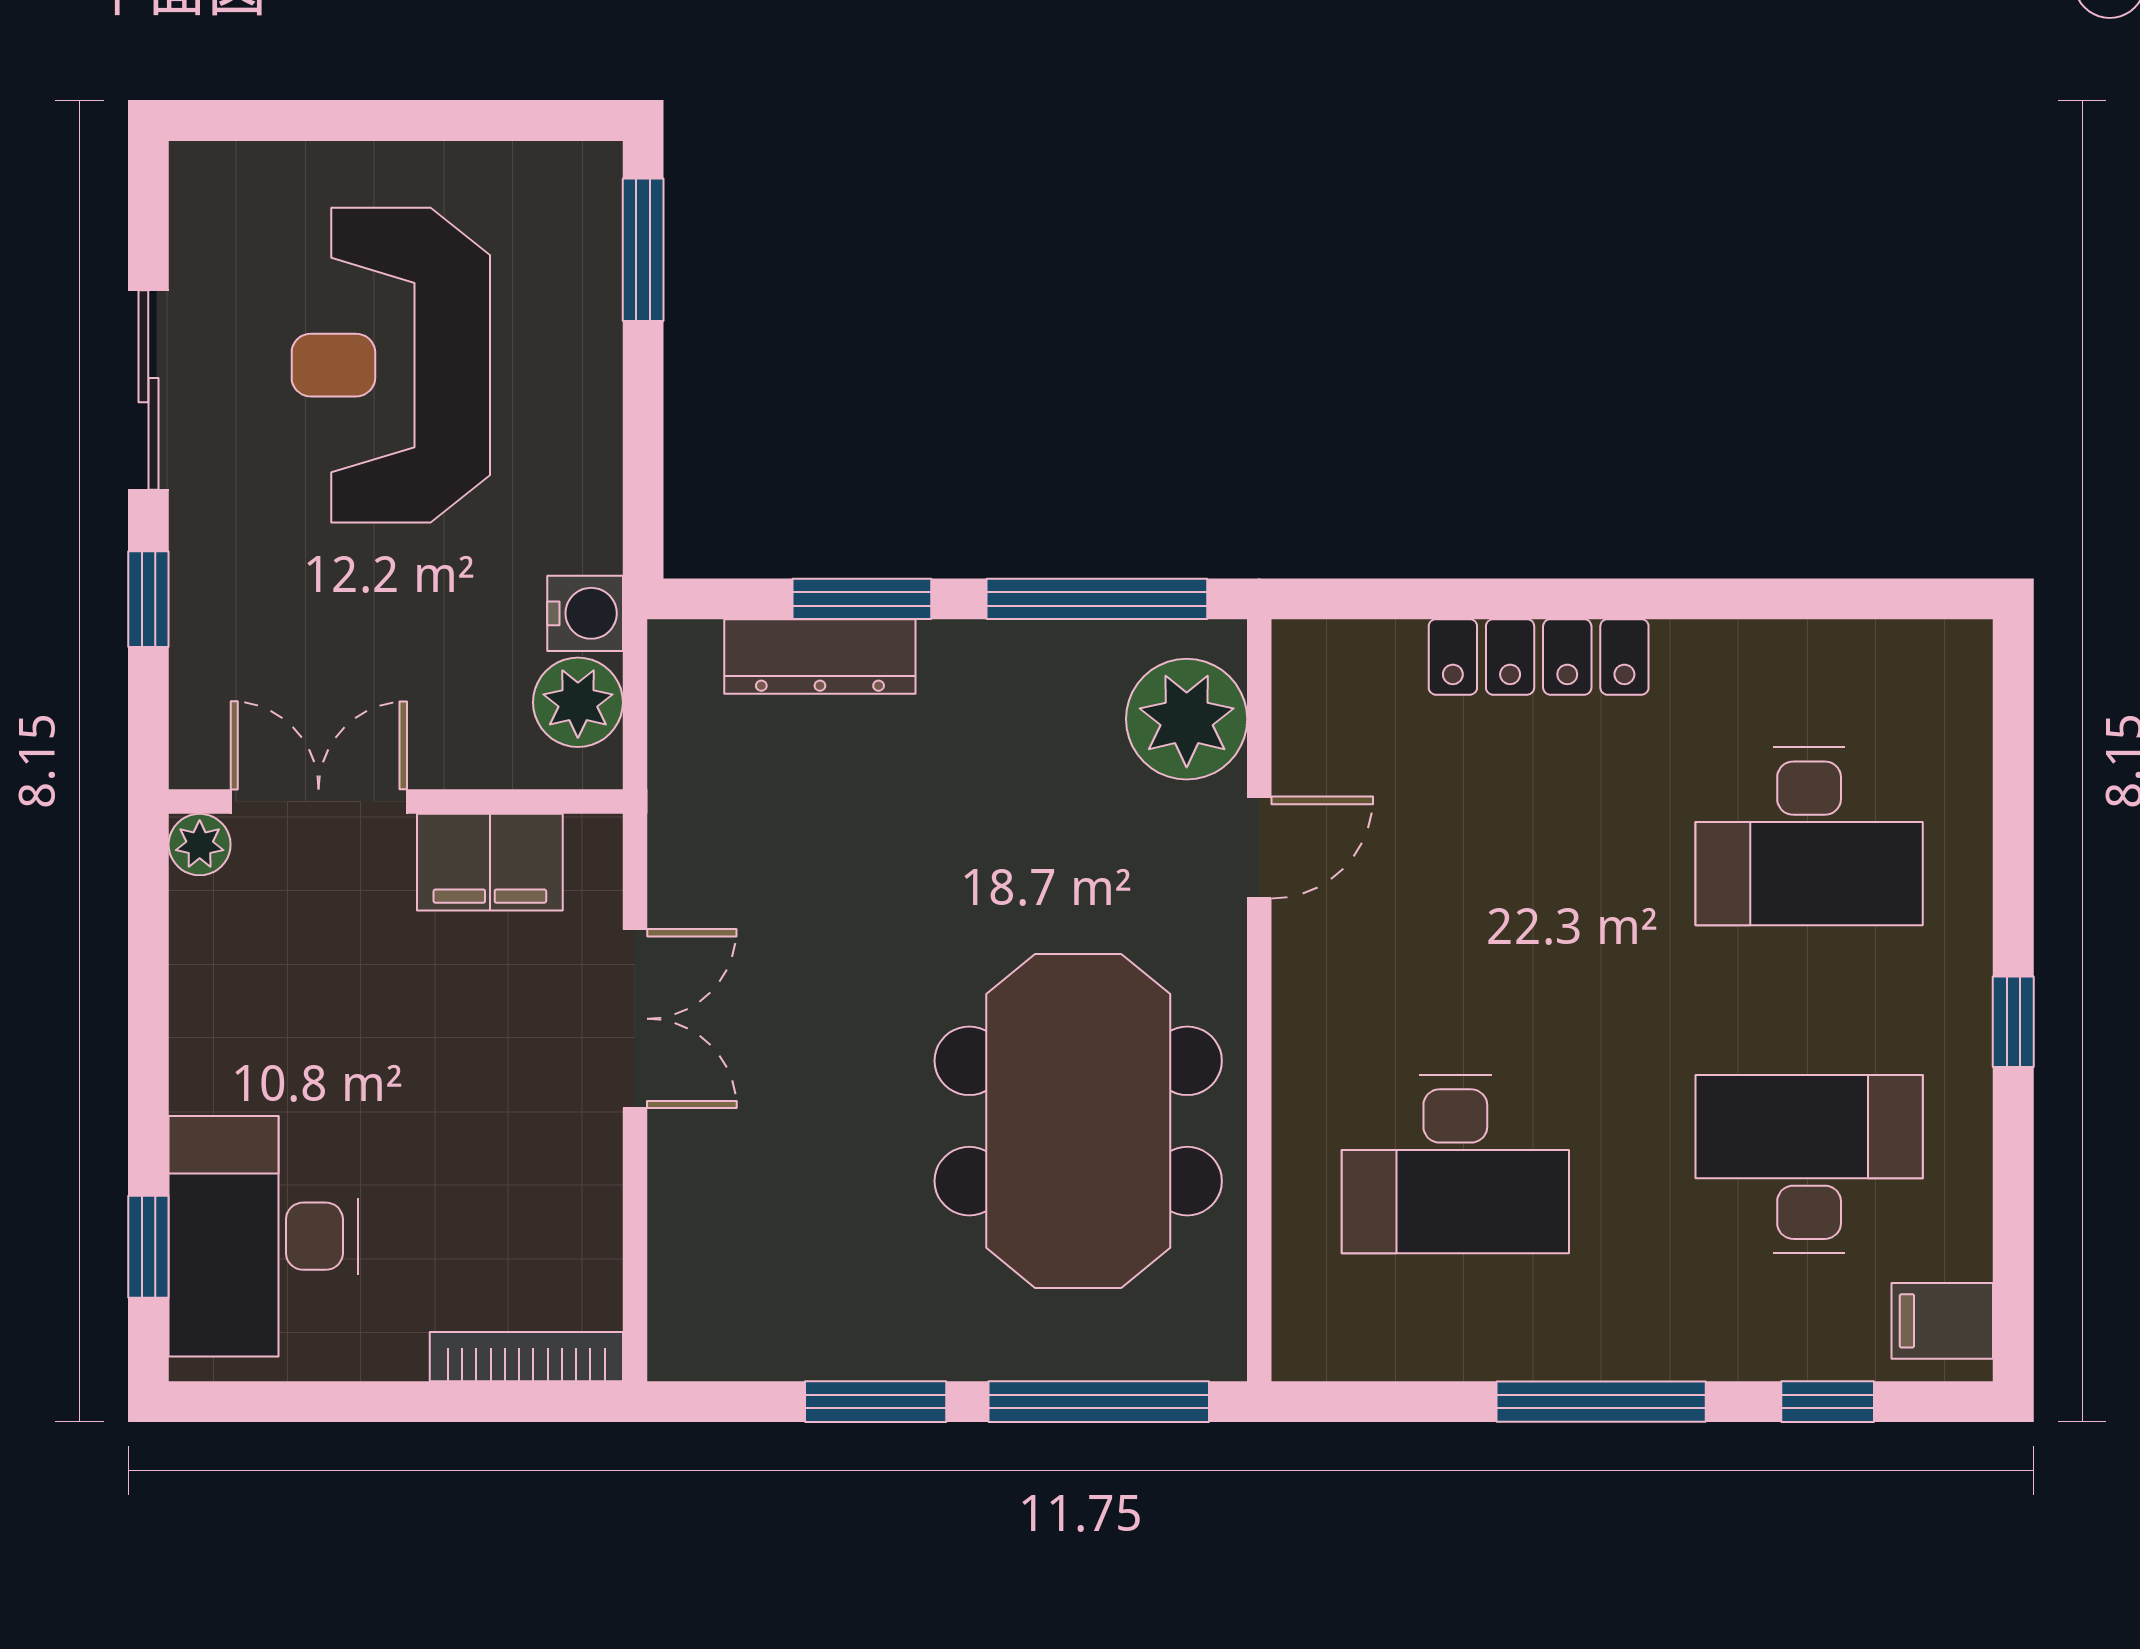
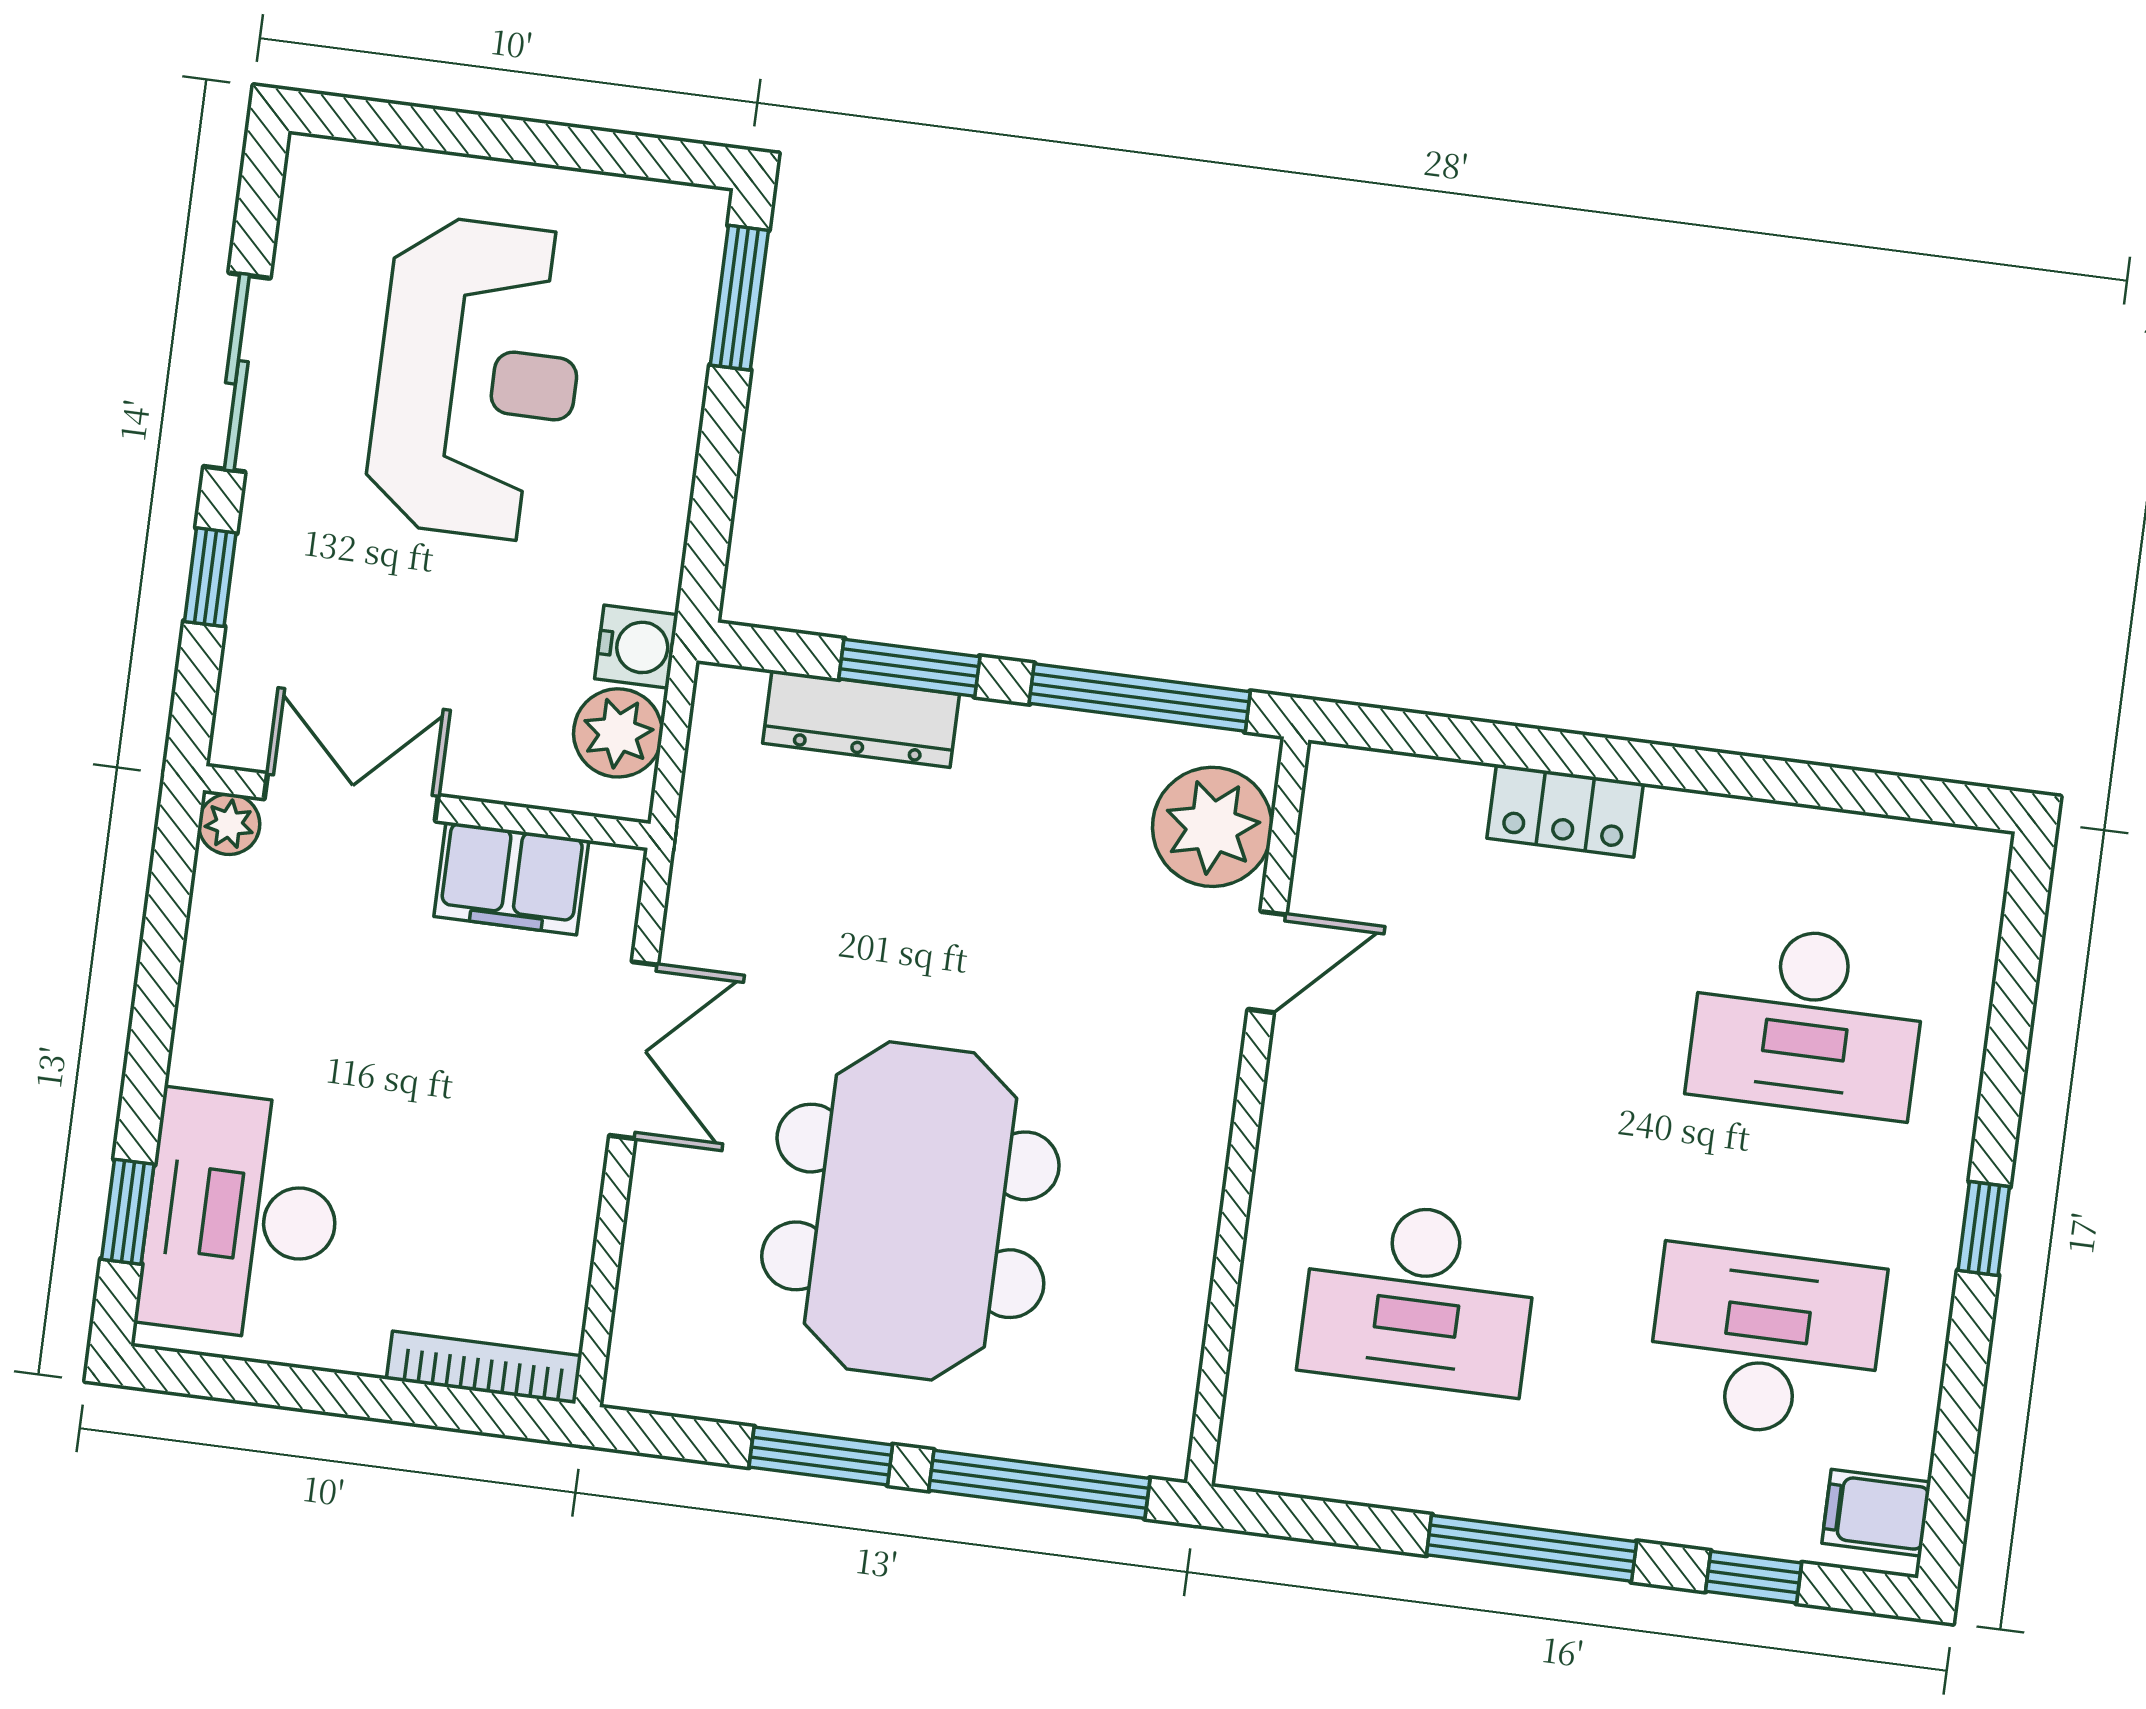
reception desk: (391, 365) -> (478, 379), turned 180
locker: (1539, 657) -> (1565, 811), width x0.66
meeting table: (1078, 1121) -> (910, 1211), moved

